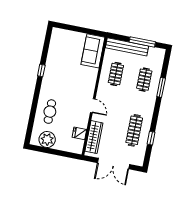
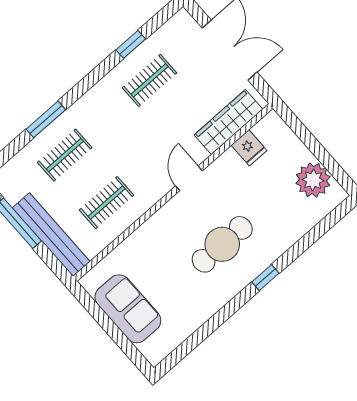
sofa: (93, 51) -> (128, 309), moved, turned -90
window: (41, 71) -> (265, 278), moved
cafe table: (50, 112) -> (222, 244), moved, width x1.37, depth x1.35
clothes rail: (134, 130) -> (150, 80), width x0.73

